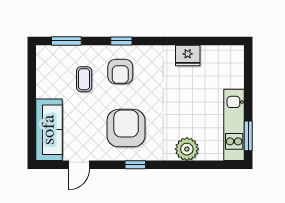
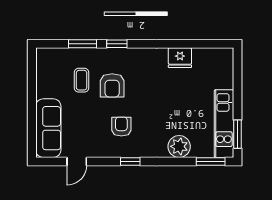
window: (66, 41) -> (83, 44), moved
armchair: (120, 72) -> (112, 85), moved
armchair: (126, 128) -> (121, 127), width x0.53, depth x0.53
window: (220, 165) -> (211, 161), added

